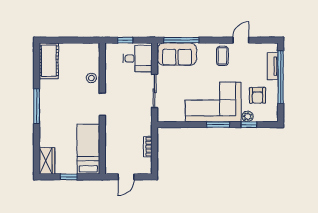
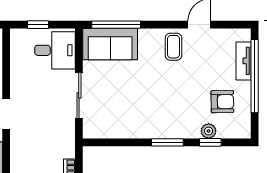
armchair: (258, 95) -> (222, 102), turned -91
corner sofa: (213, 102) -> (161, 111), removed

